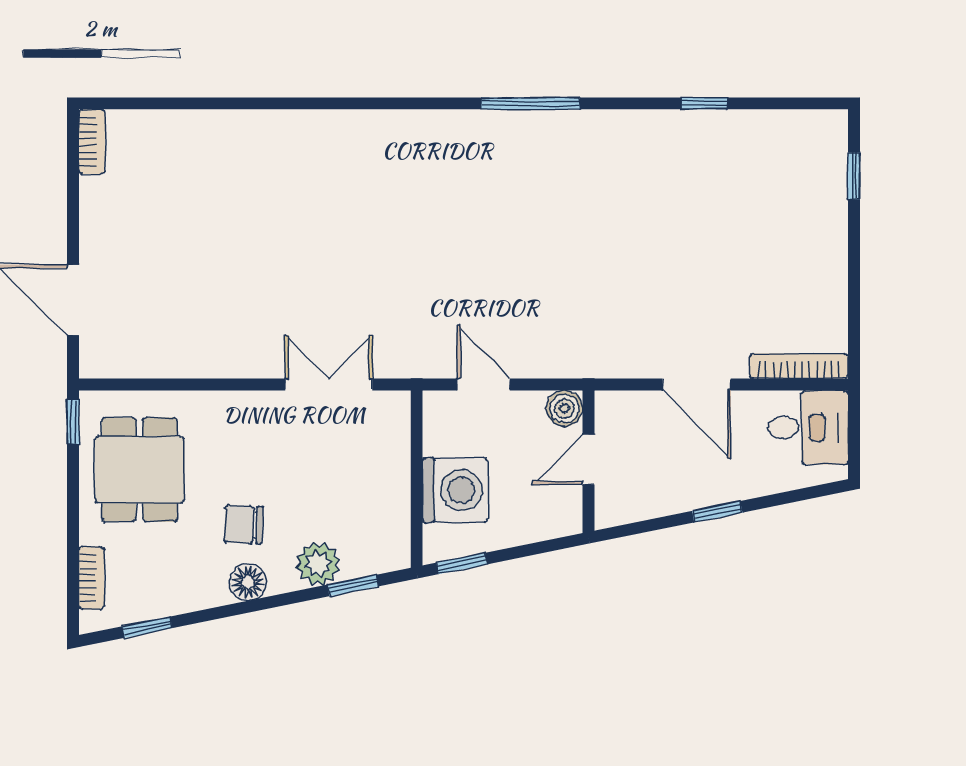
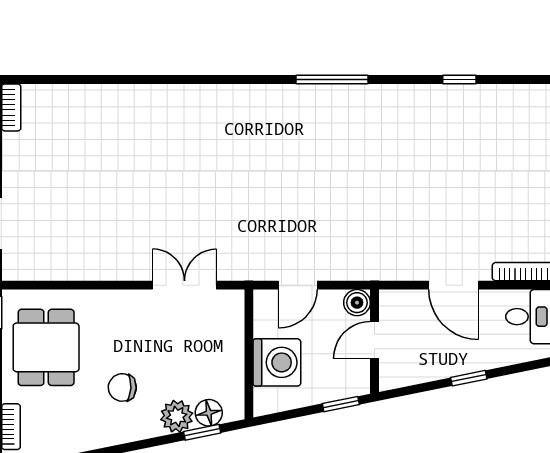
door: (484, 385) -> (298, 285), swing flipped
window: (462, 563) -> (341, 404), moved
floor lamp: (248, 582) -> (209, 413), moved

